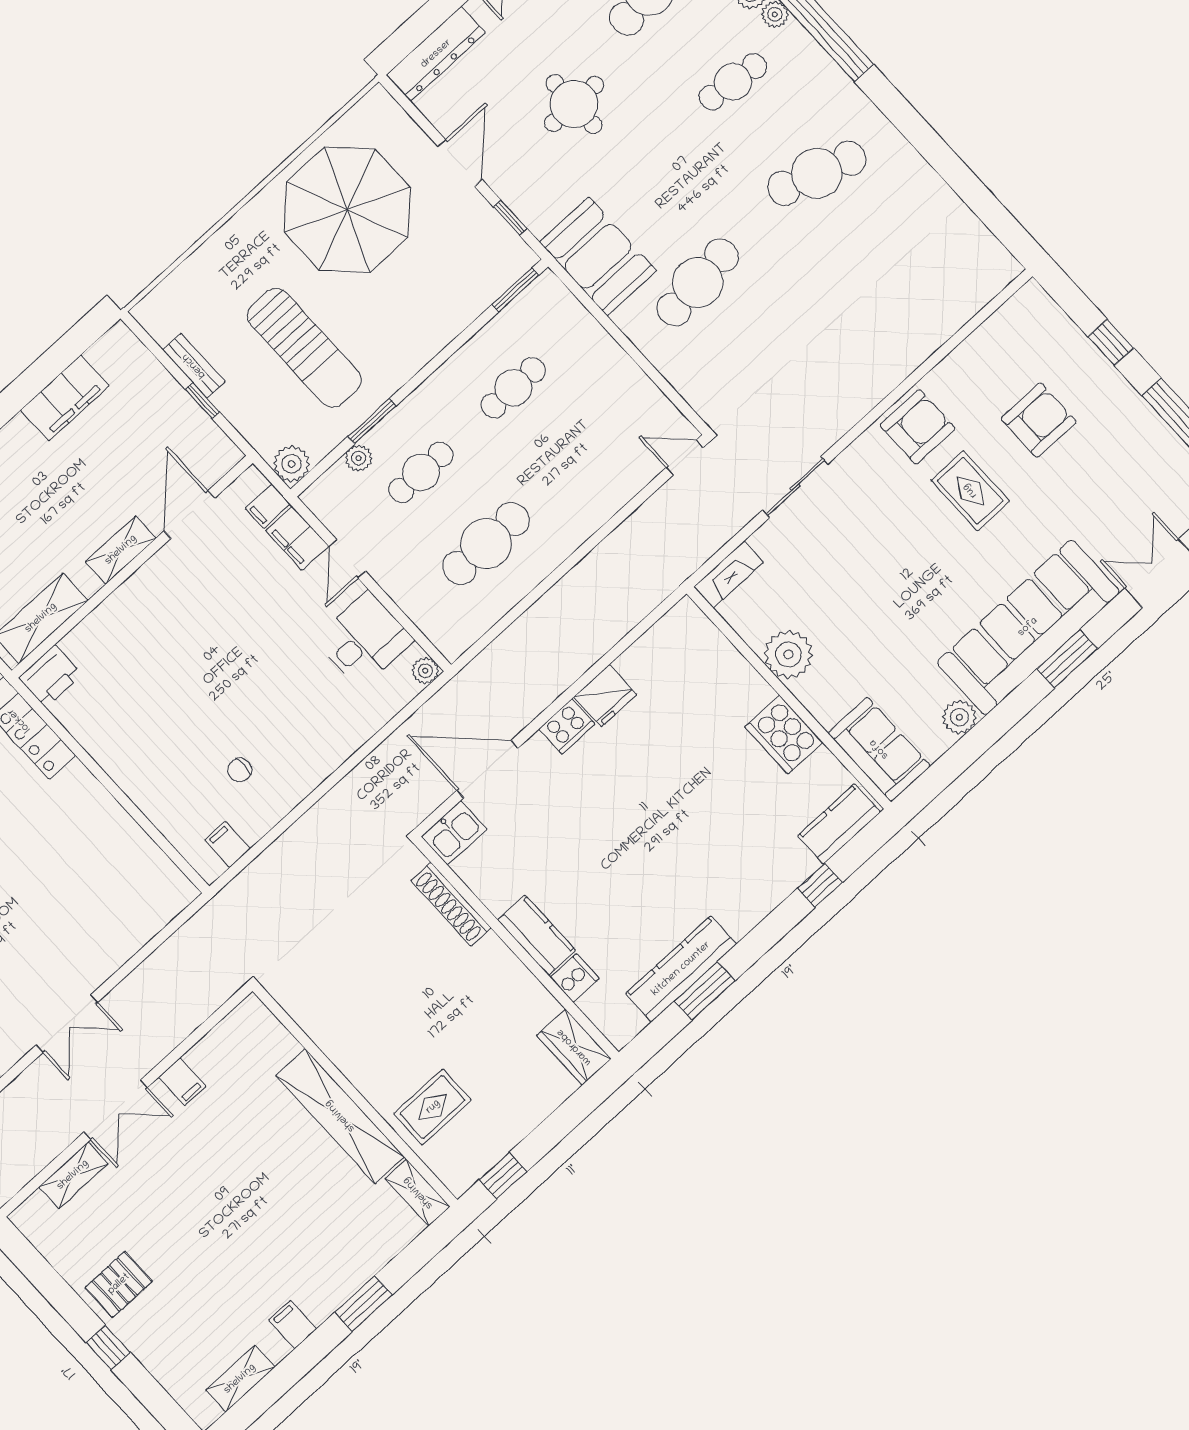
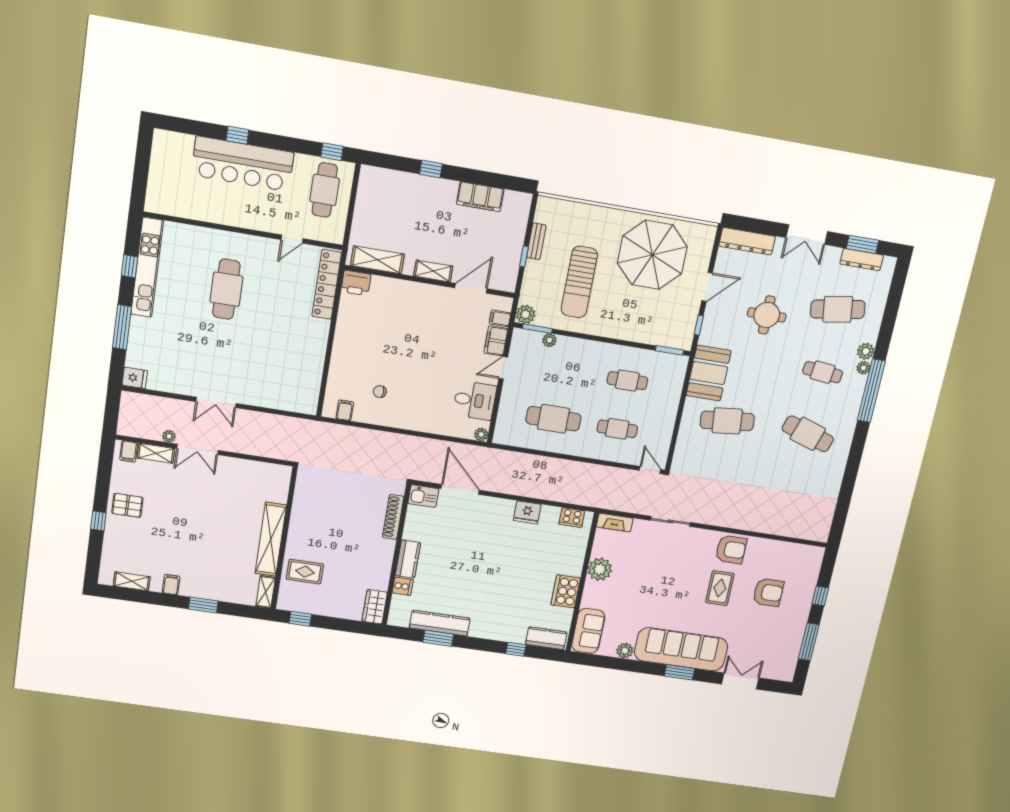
window: (372, 421) -> (537, 329), moved
cafe table: (421, 472) -> (617, 429), moved
cooker: (567, 726) -> (572, 517), moved
filing cabinet: (182, 1082) -> (129, 451), moved
plant: (63, 1135) -> (169, 436), added

